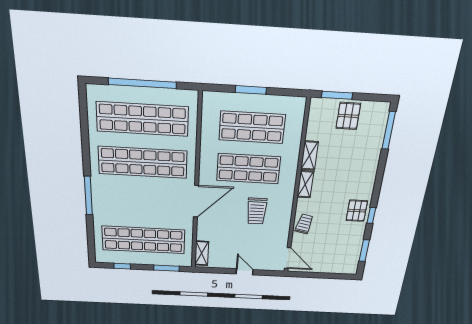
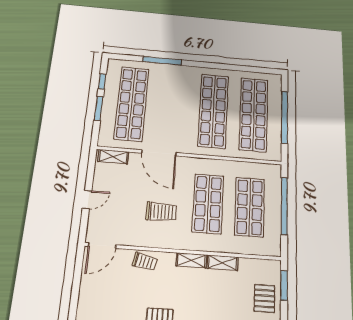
window: (251, 90) -> (284, 206), width x2.11
pallet: (348, 116) -> (264, 298), turned 90
window: (88, 196) -> (162, 61), moved
door: (196, 201) -> (159, 153), moved
trolley: (257, 211) -> (161, 212), turned 180
window: (166, 268) -> (99, 108), moved

